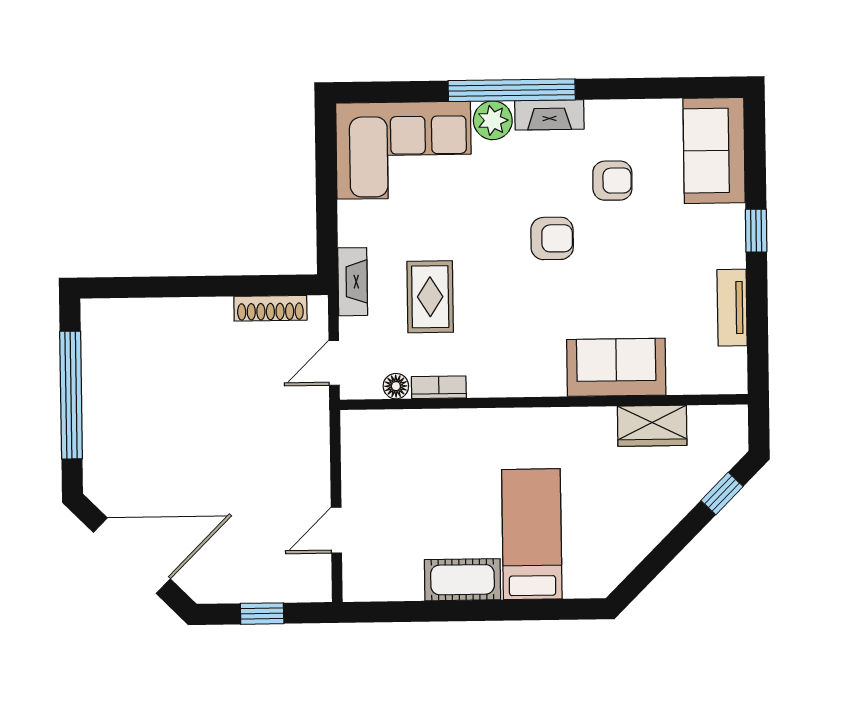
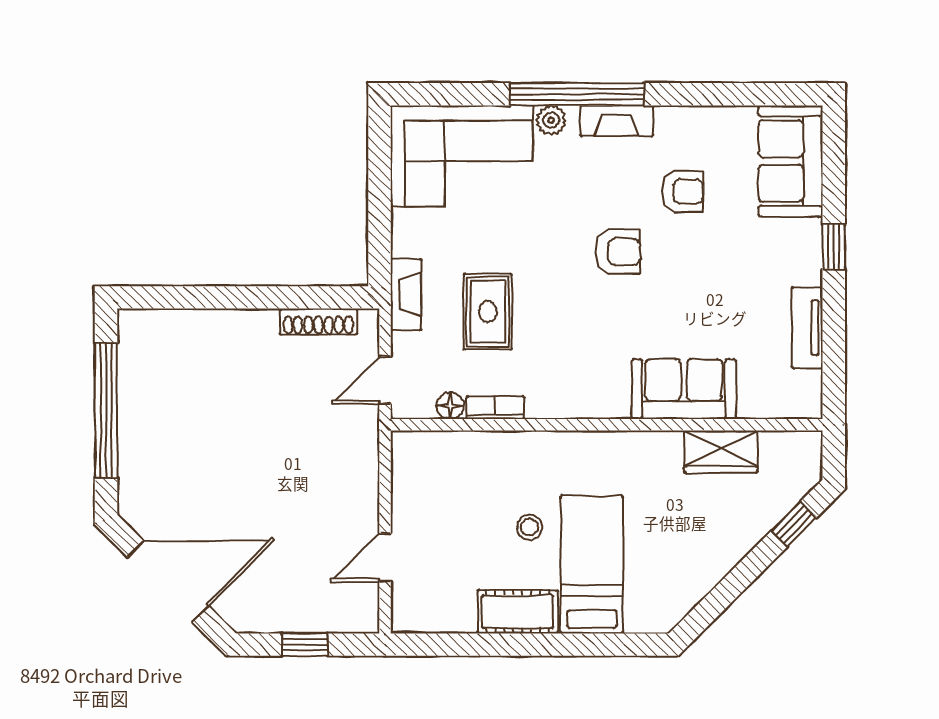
plant: (493, 120) -> (551, 120), width x0.73, depth x0.73
stool: (472, 500) -> (529, 527), added

